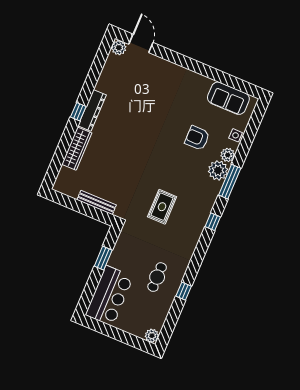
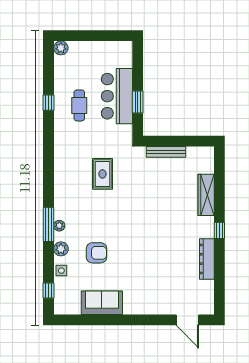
plant: (119, 48) -> (206, 307), removed
sofa: (228, 98) -> (102, 303), moved
dresser: (92, 110) -> (207, 259), moved
plant: (218, 170) -> (59, 226), width x0.53, depth x0.53
window: (213, 222) -> (49, 291), moved
bar counter: (109, 296) -> (117, 96), moved

